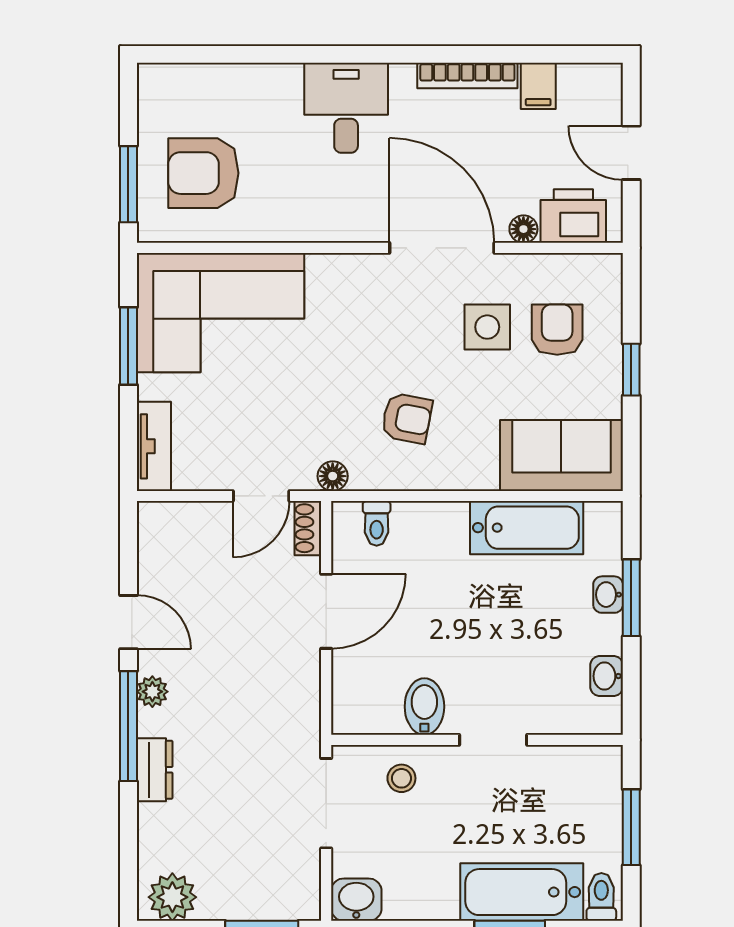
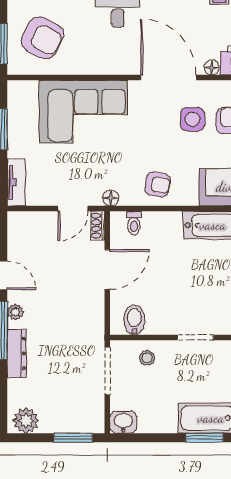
armchair: (203, 173) -> (42, 38), turned -152
corner sofa: (220, 313) -> (83, 112), moved
armchair: (407, 418) -> (158, 184), moved
bidet: (424, 707) -> (134, 320), moved
dresser: (155, 770) -> (17, 353), width x1.44

